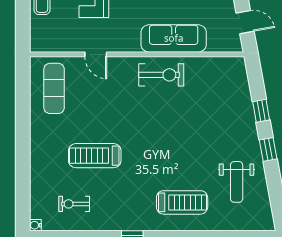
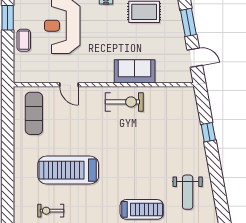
sofa: (174, 38) -> (135, 71), width x0.73
window: (268, 149) -> (214, 165), removed
treadmill: (95, 156) -> (68, 170), width x1.37, depth x1.38

